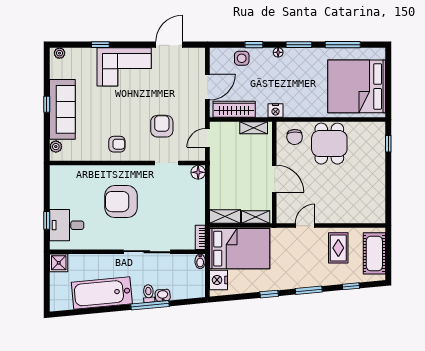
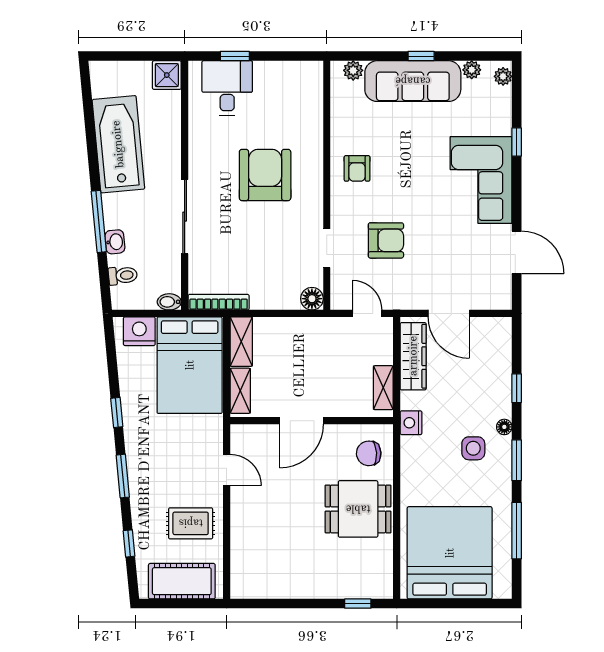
side table: (242, 58) -> (473, 448), moved
plant: (55, 73) -> (472, 70), added
bookcase: (200, 237) -> (219, 302), width x1.56
toilet: (149, 294) -> (123, 275), moved

